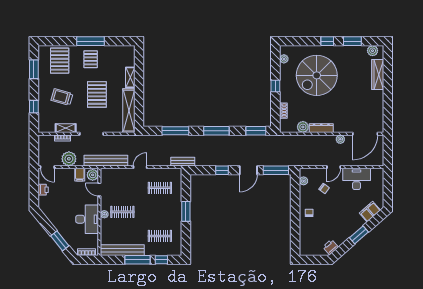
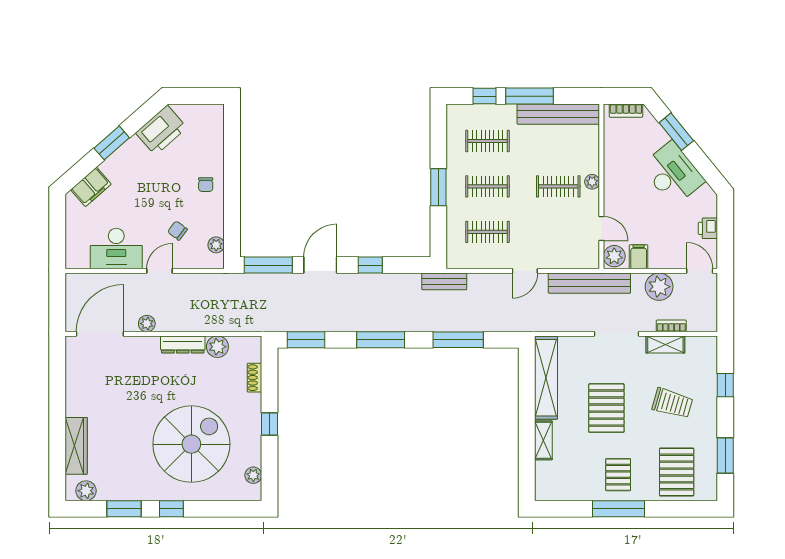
clothes rail: (160, 212) -> (487, 186), added
desk: (87, 219) -> (673, 174), moved, turned 141
printer: (330, 247) -> (161, 130), width x1.87, depth x1.48

